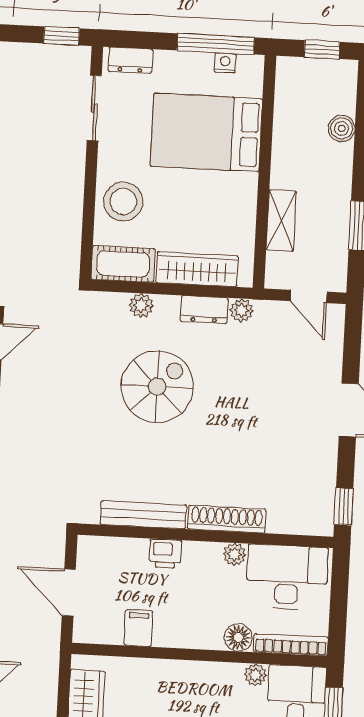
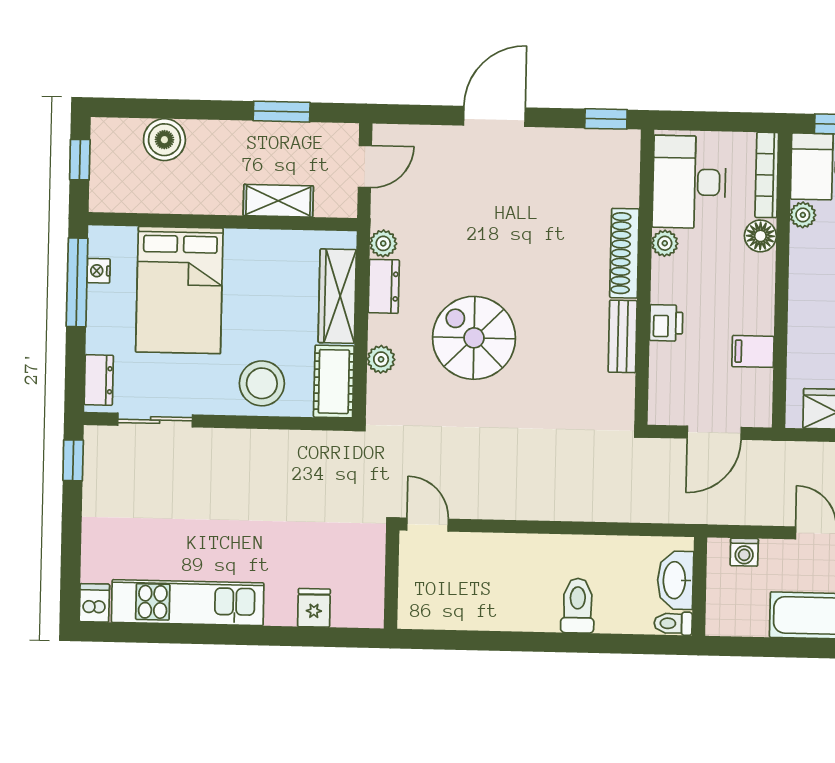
boiler: (342, 128) -> (164, 140), width x1.36, depth x1.36
bench: (143, 515) -> (623, 336), width x0.73

